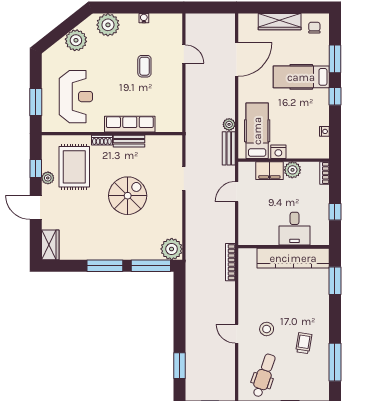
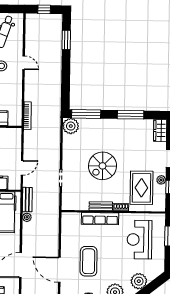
door: (184, 54) -> (59, 270), width x1.88
coffee table: (144, 66) -> (89, 261), width x1.86, depth x1.72
window: (105, 266) -> (131, 115), moved

